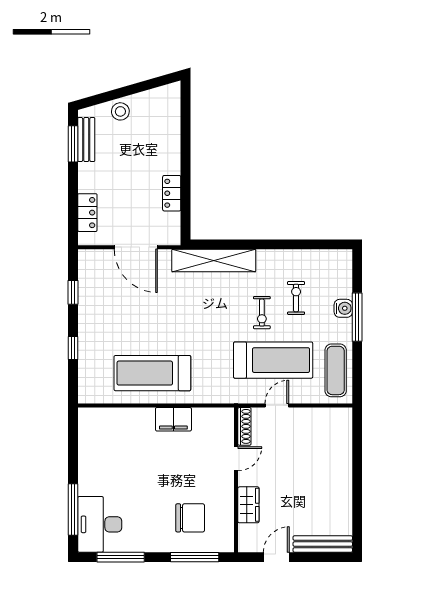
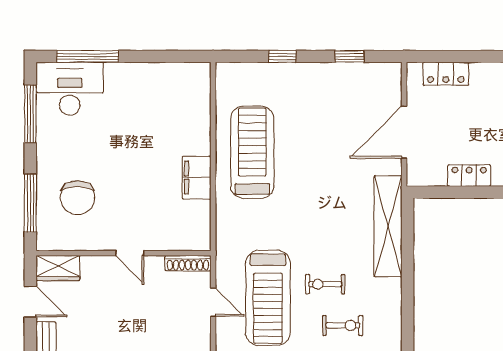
door: (236, 459) -> (130, 253), moved
wardrobe: (248, 505) -> (58, 268), moved

